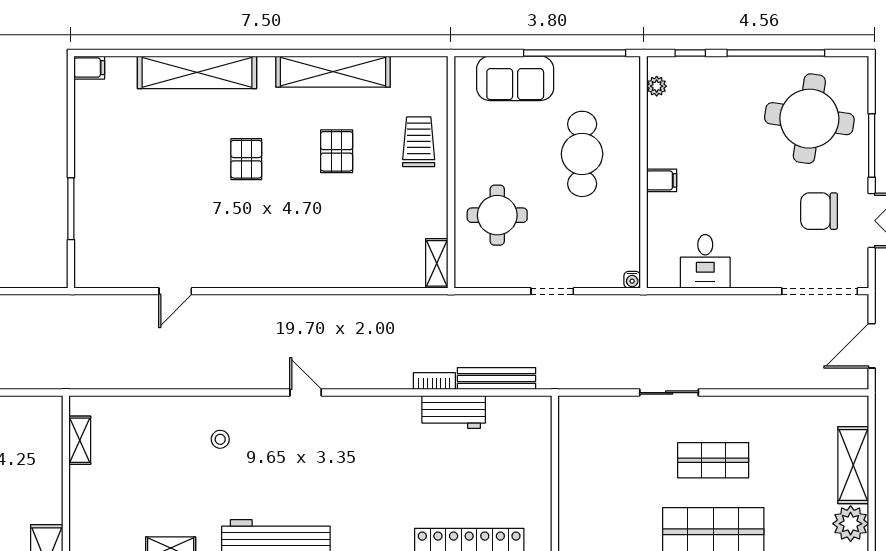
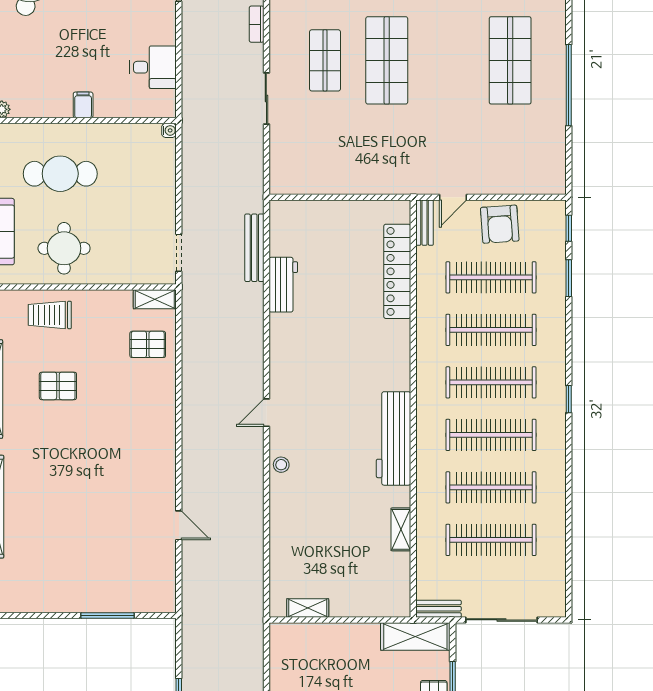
pallet: (246, 159) -> (148, 344), moved
round table: (497, 215) -> (64, 248), moved
doorway: (552, 291) -> (179, 253), moved
bookcase: (434, 381) -> (257, 24), moved
stool: (220, 439) -> (281, 465), moved

